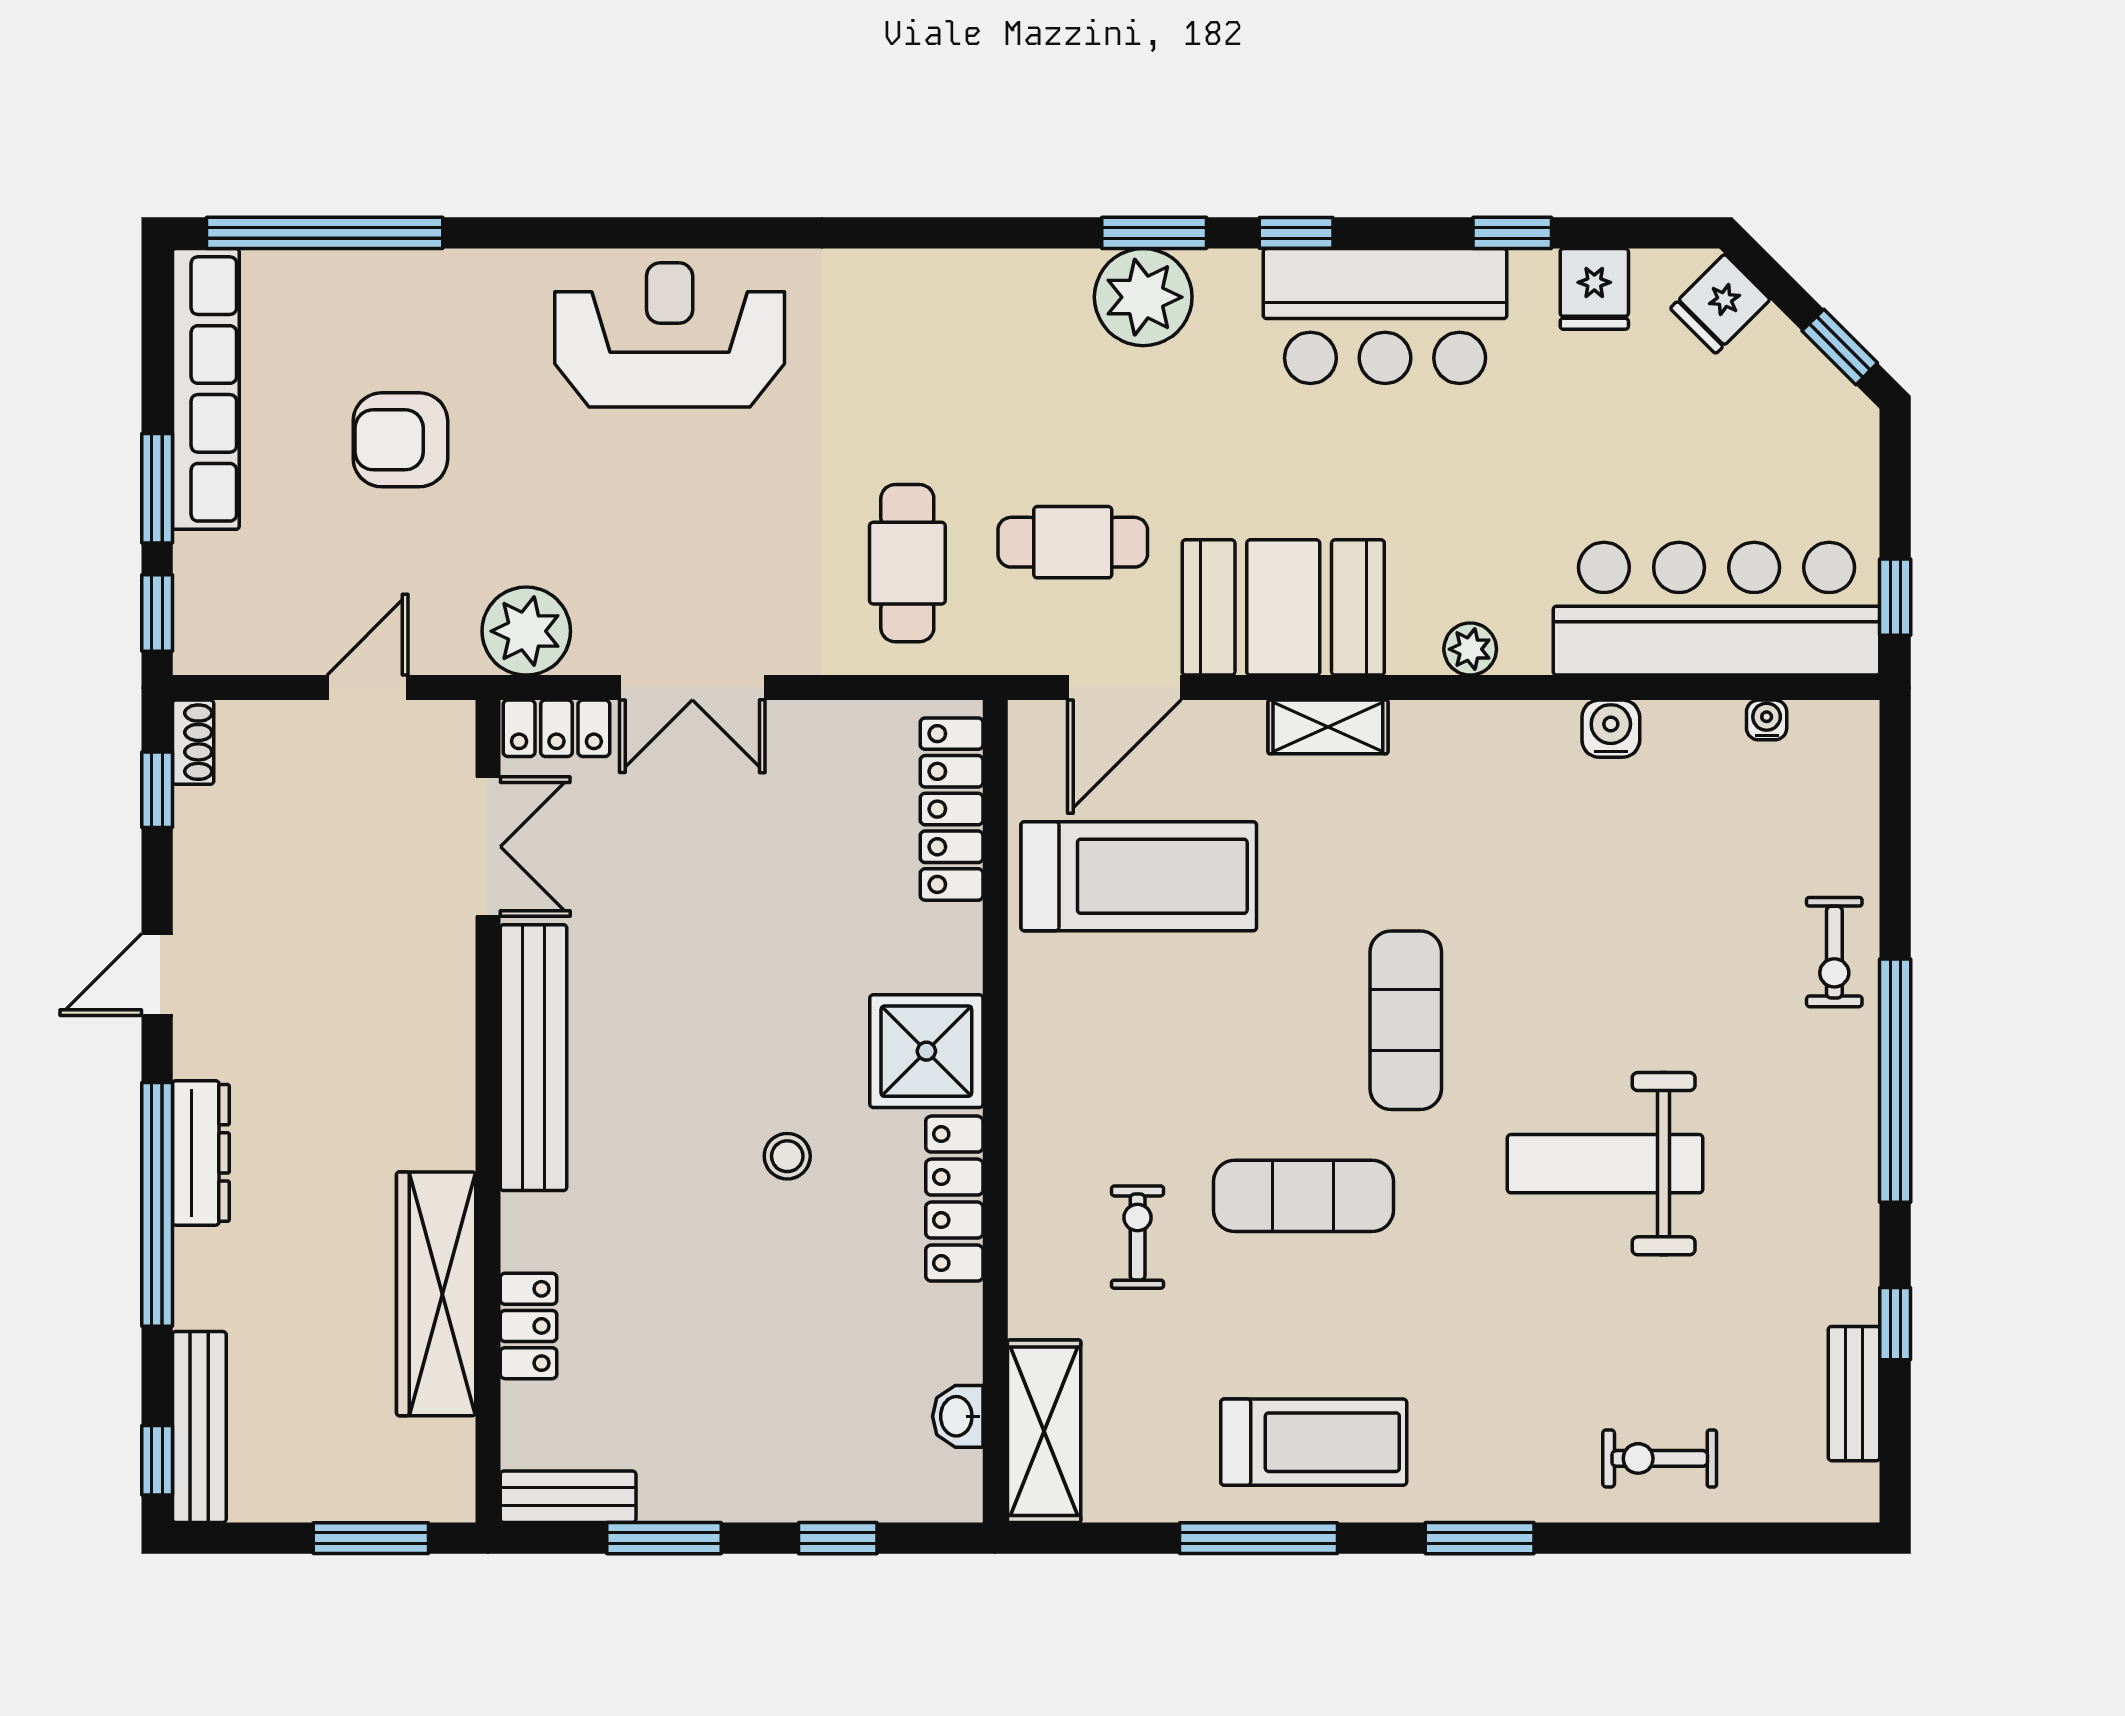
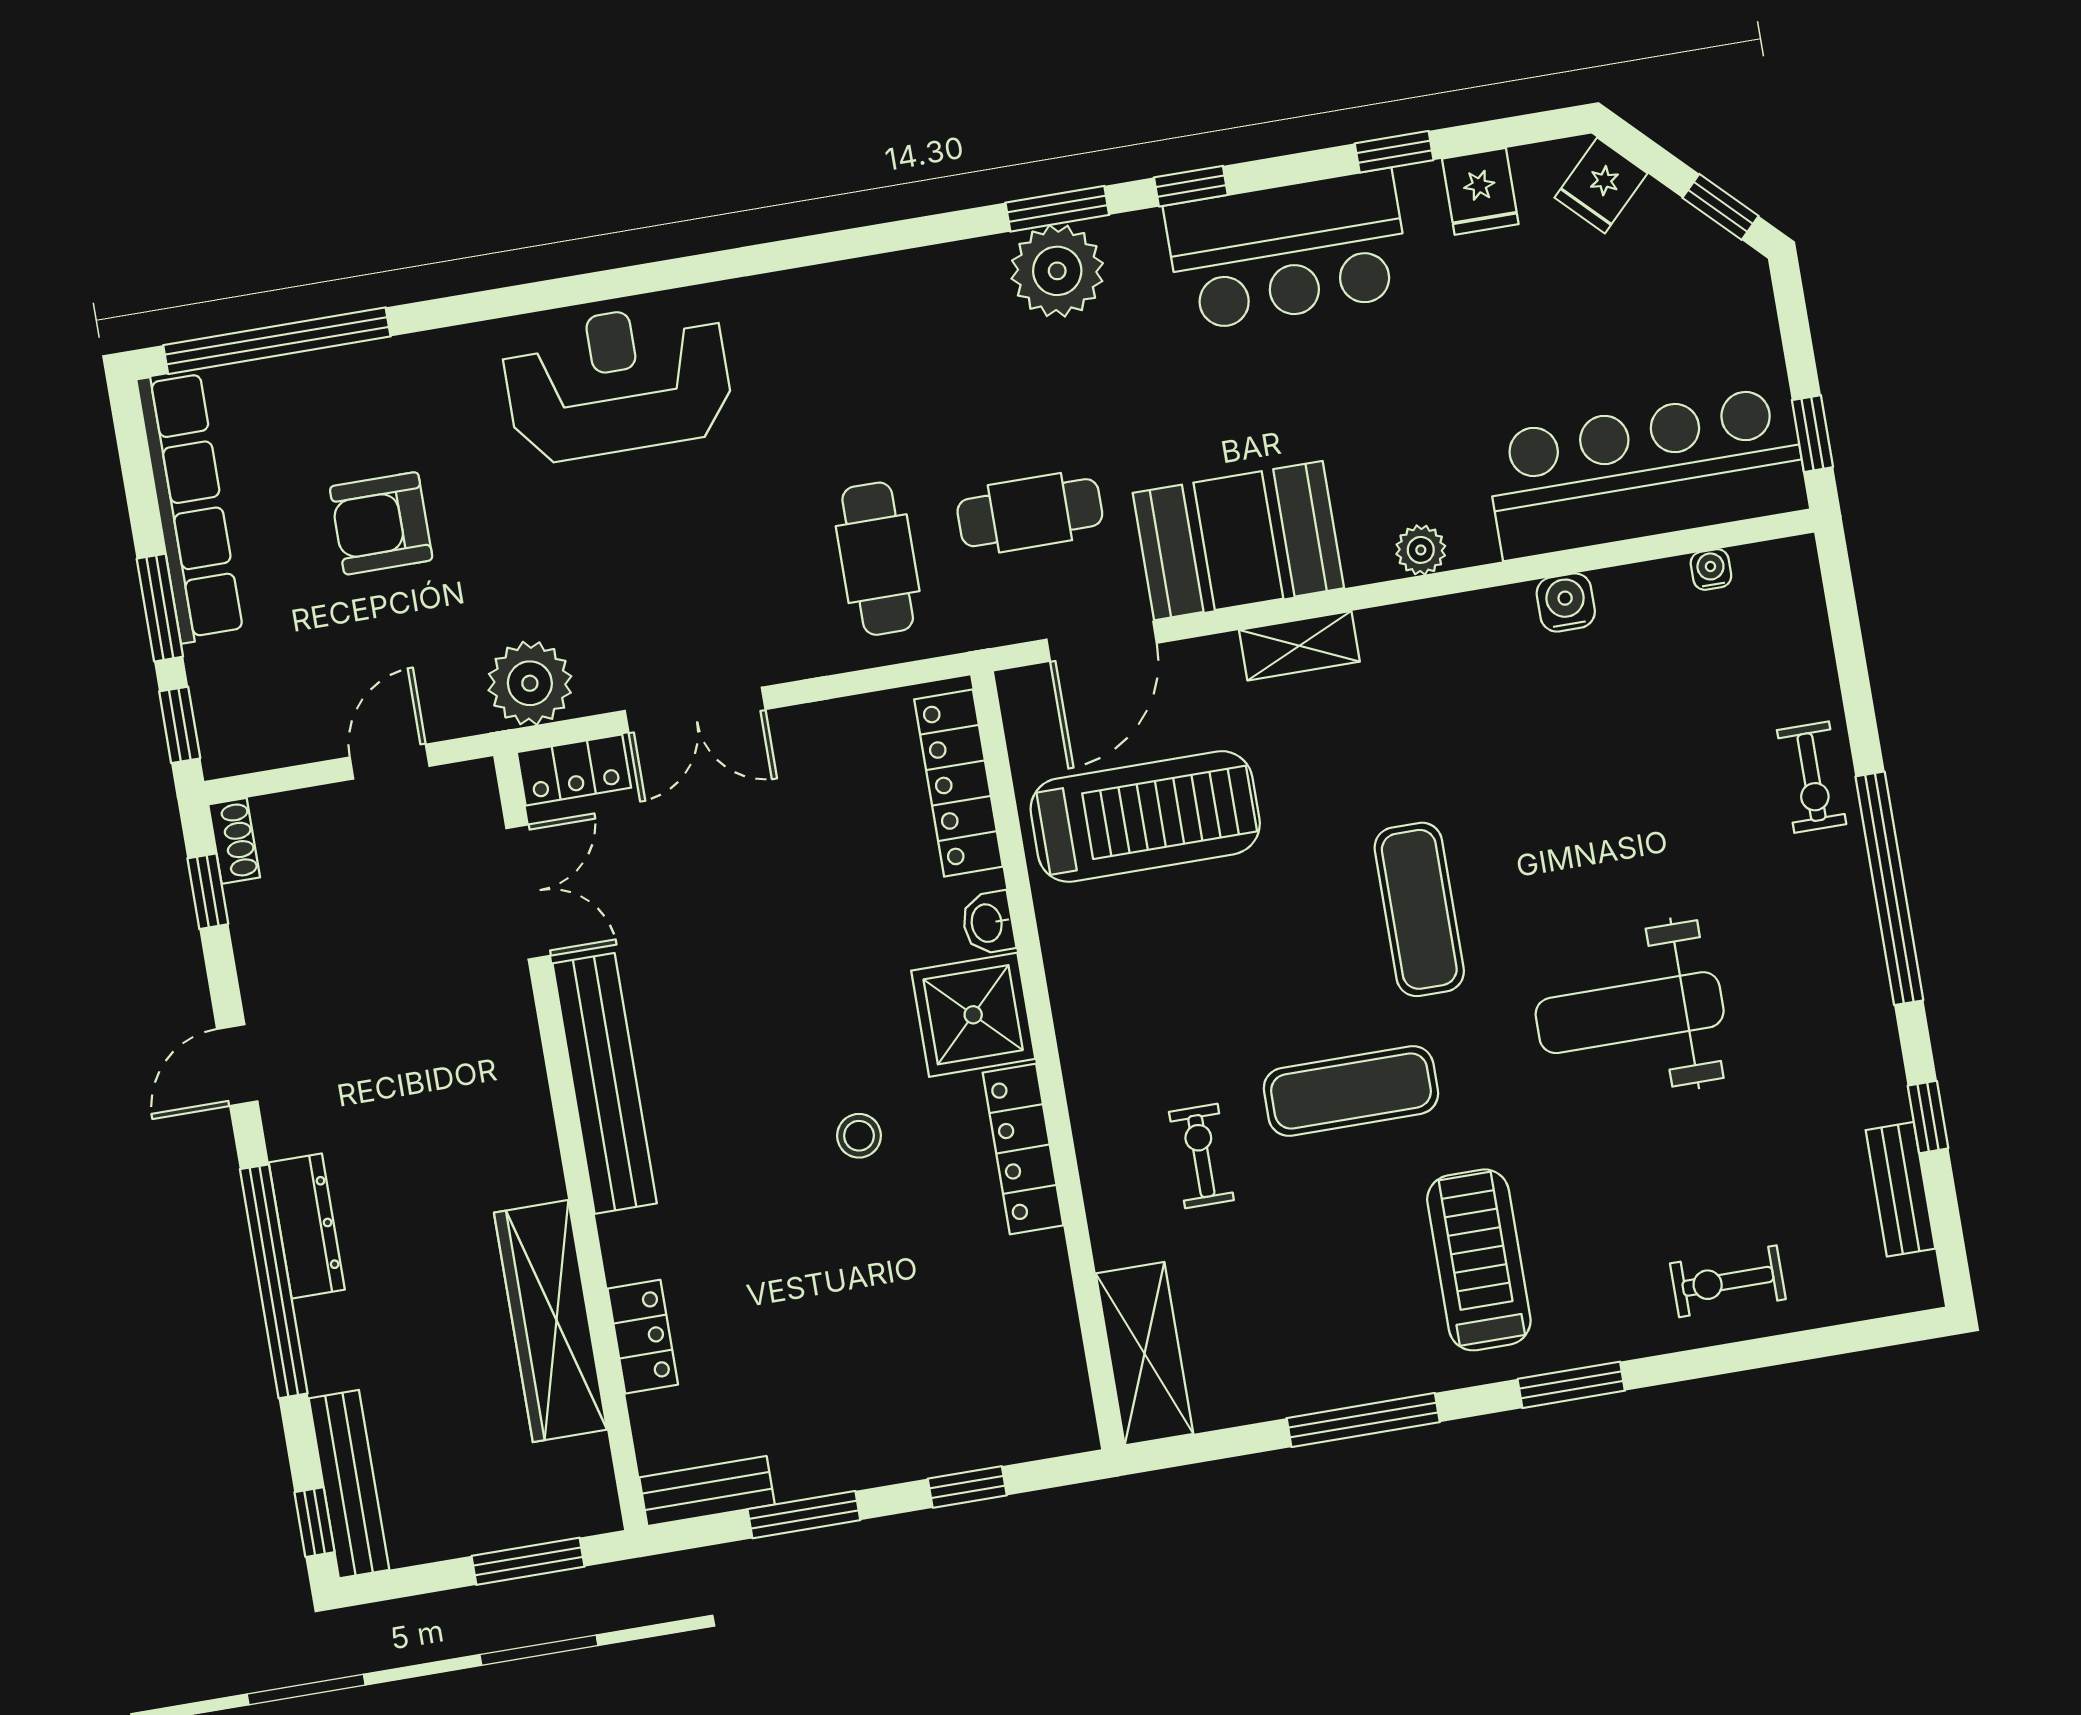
washbasin: (958, 1416) -> (988, 923), moved
treadmill: (1314, 1442) -> (1479, 1260), moved, turned -90

